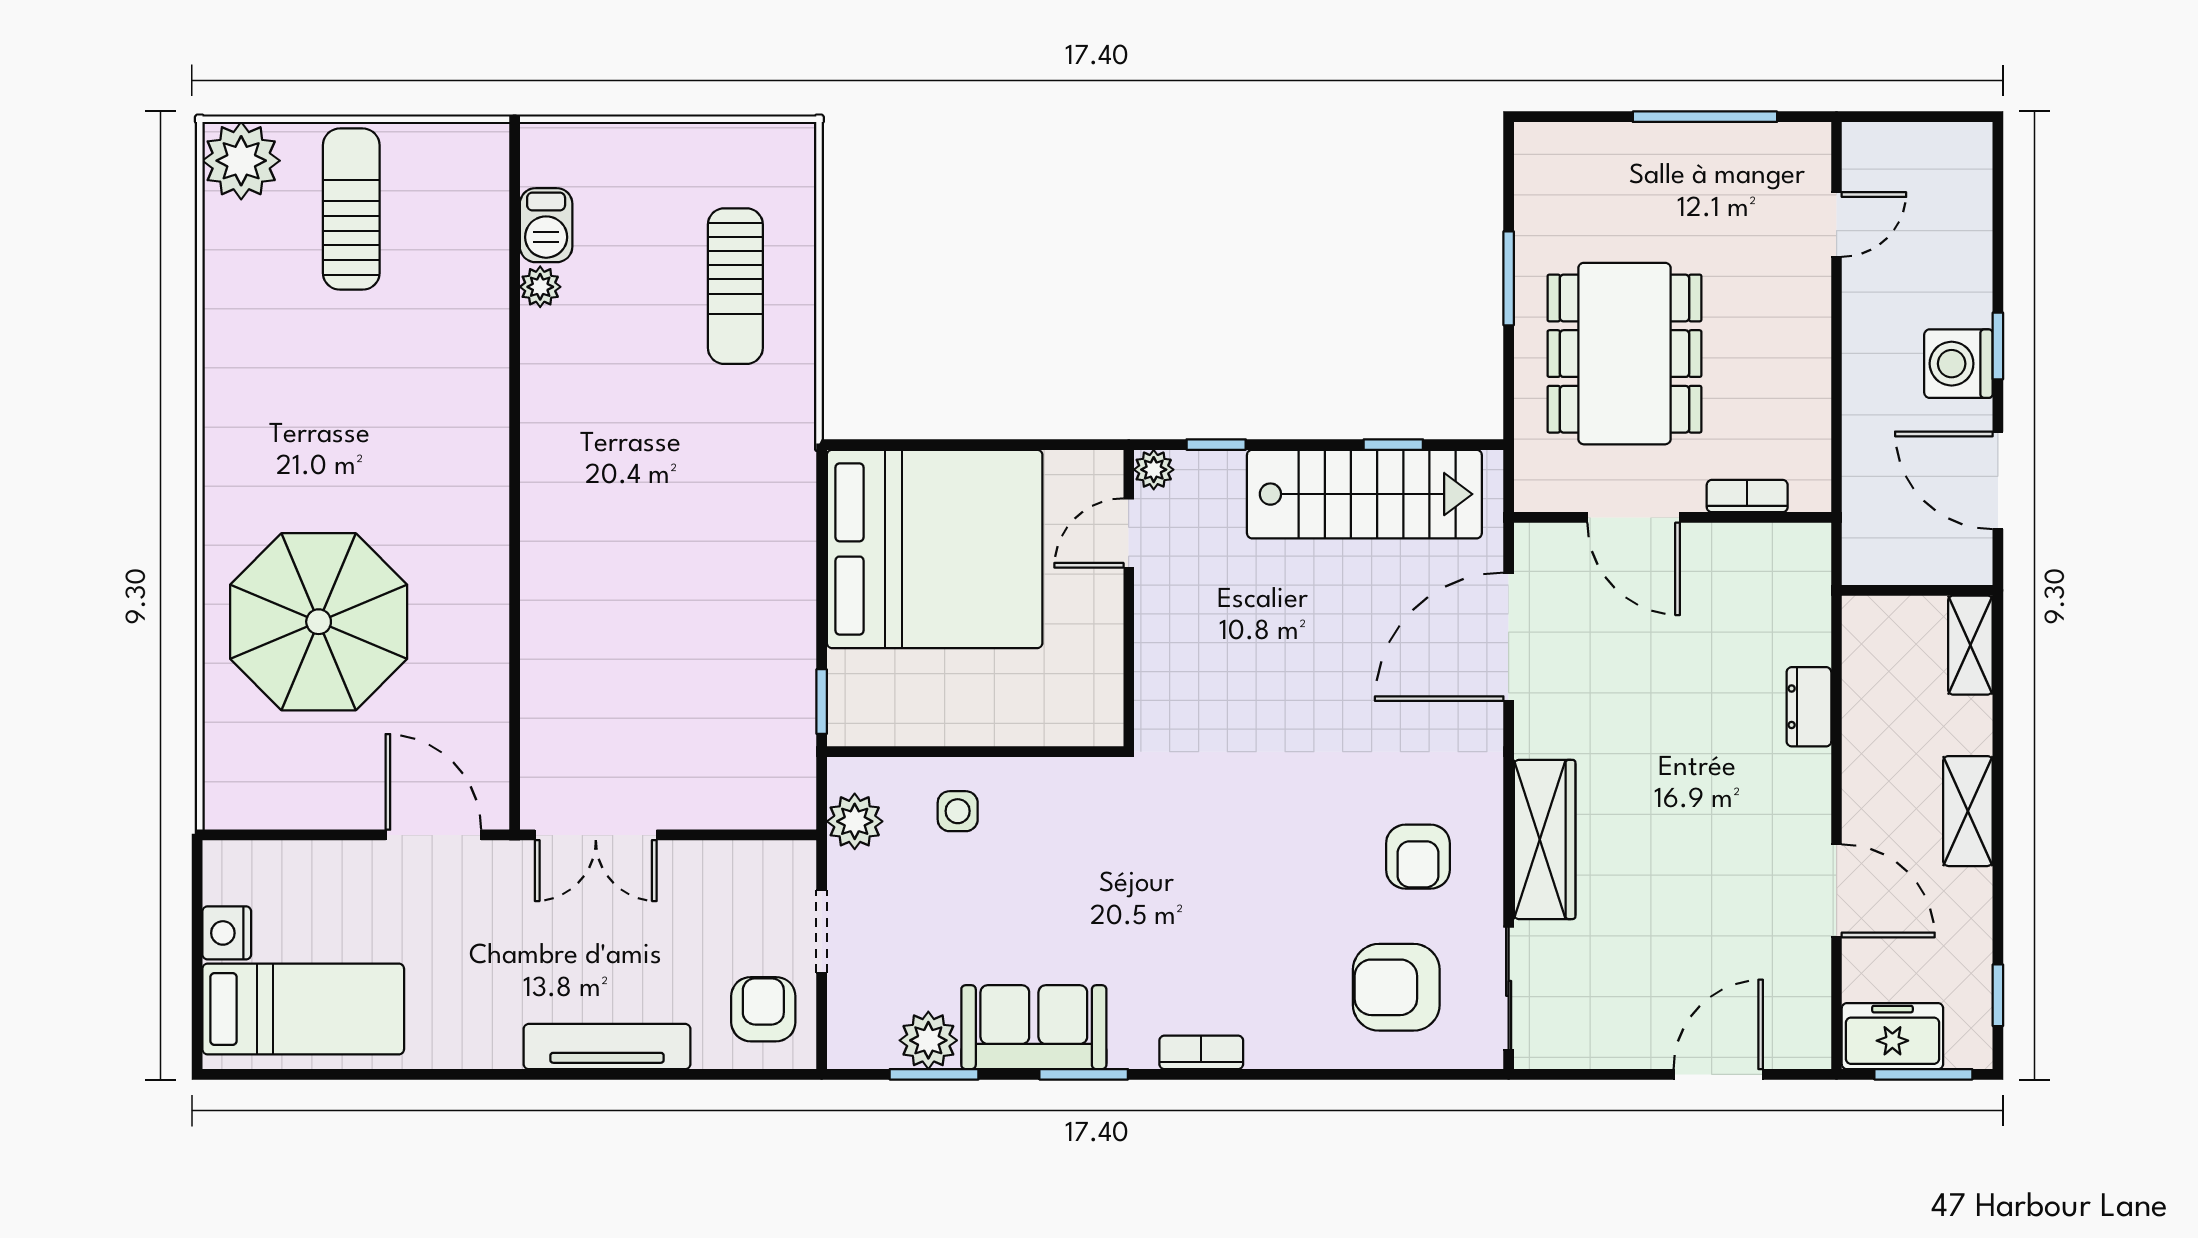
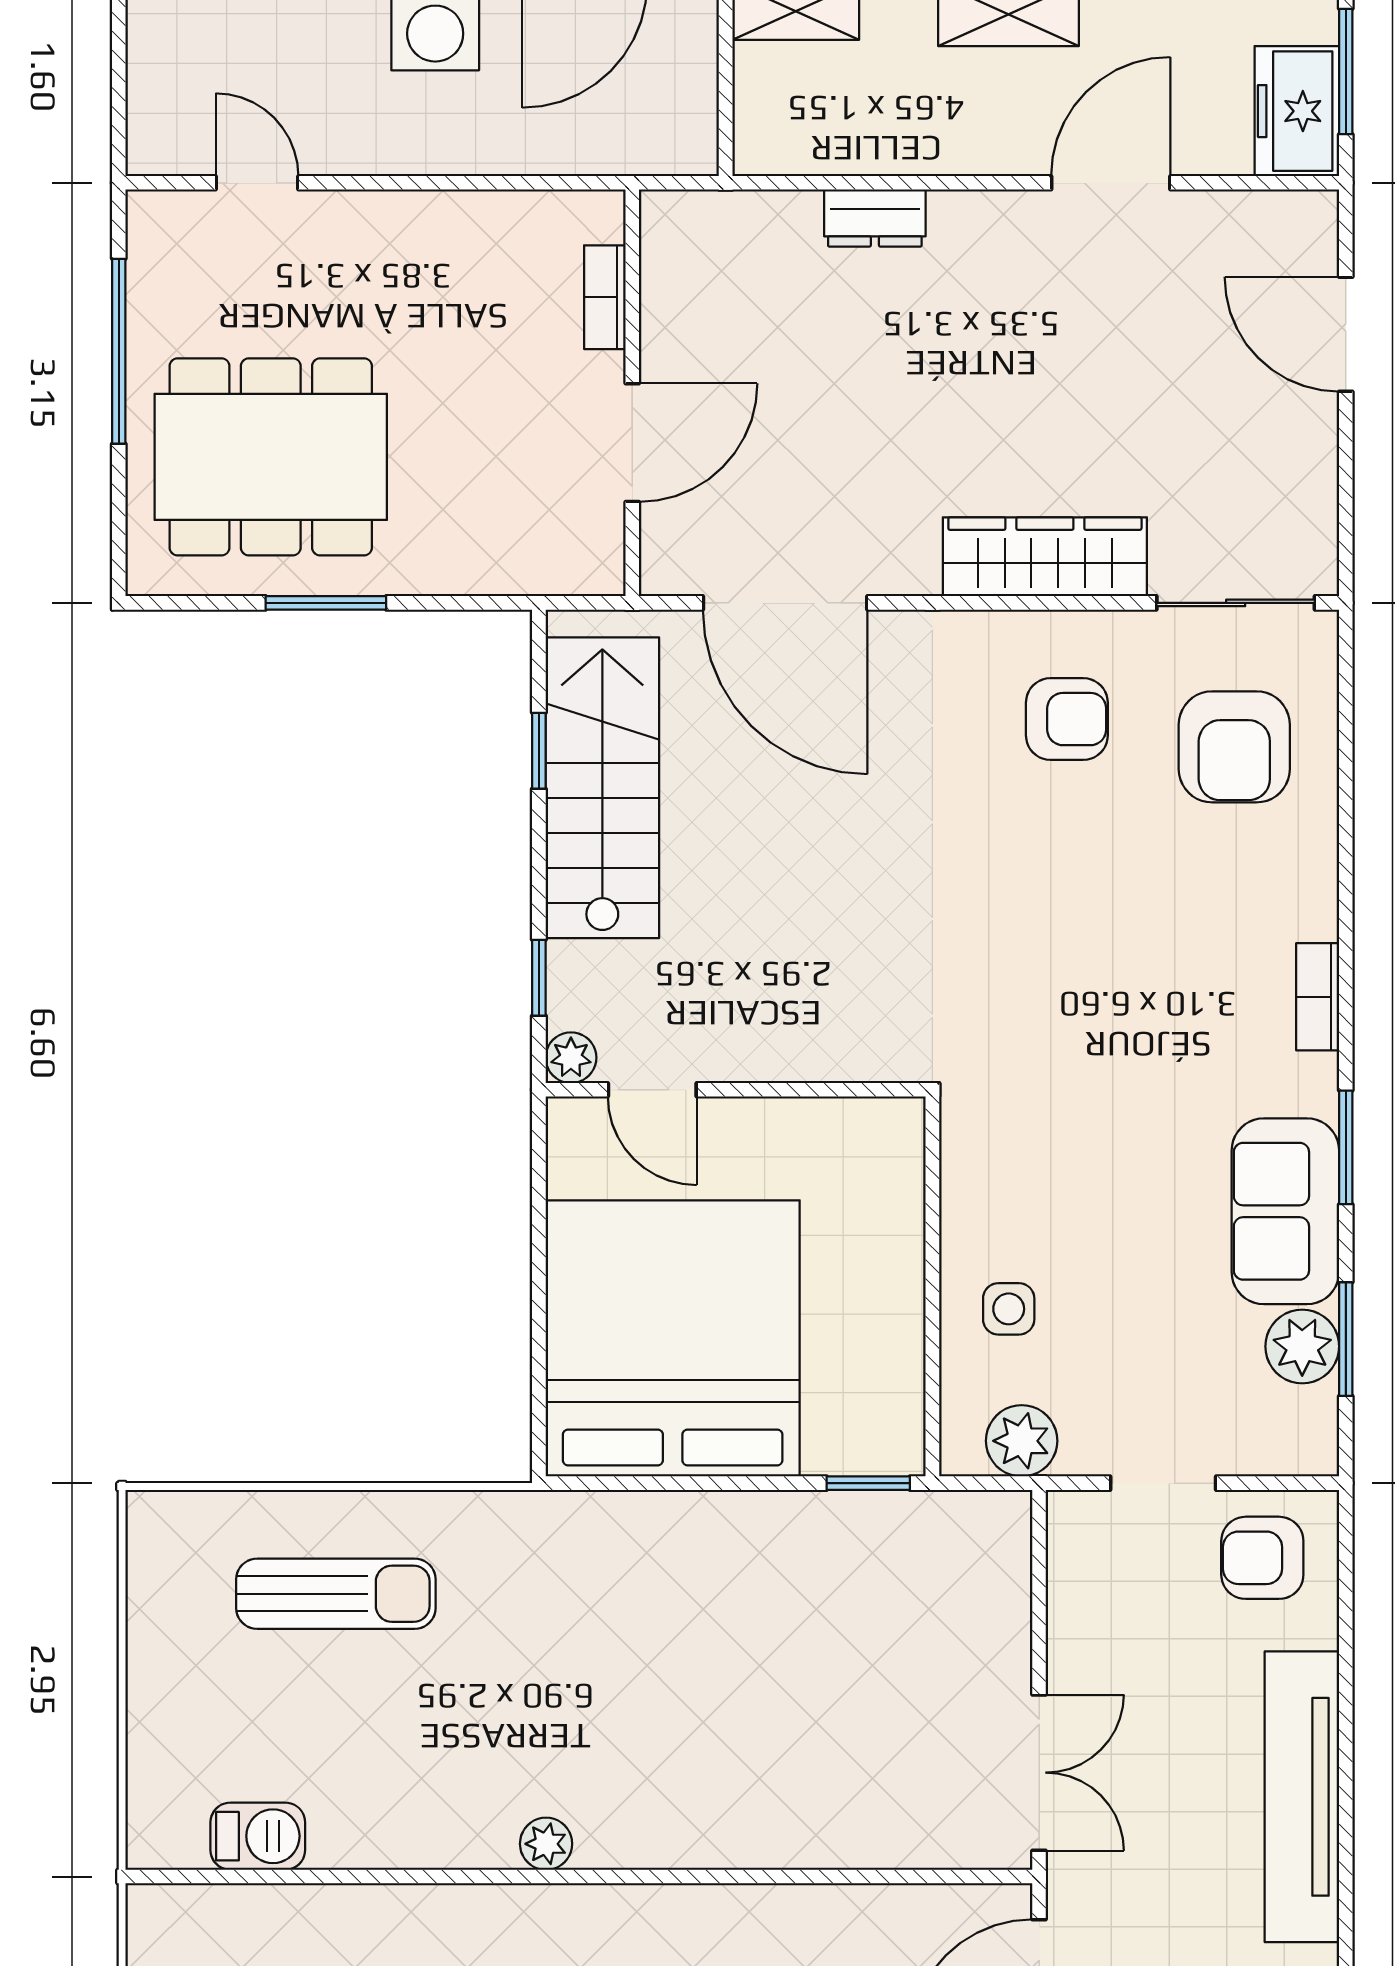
plant: (540, 287) -> (546, 1844), moved
dining table: (1624, 354) -> (271, 457), moved
tv unit: (607, 1047) -> (1302, 1797), width x1.36, depth x1.29

